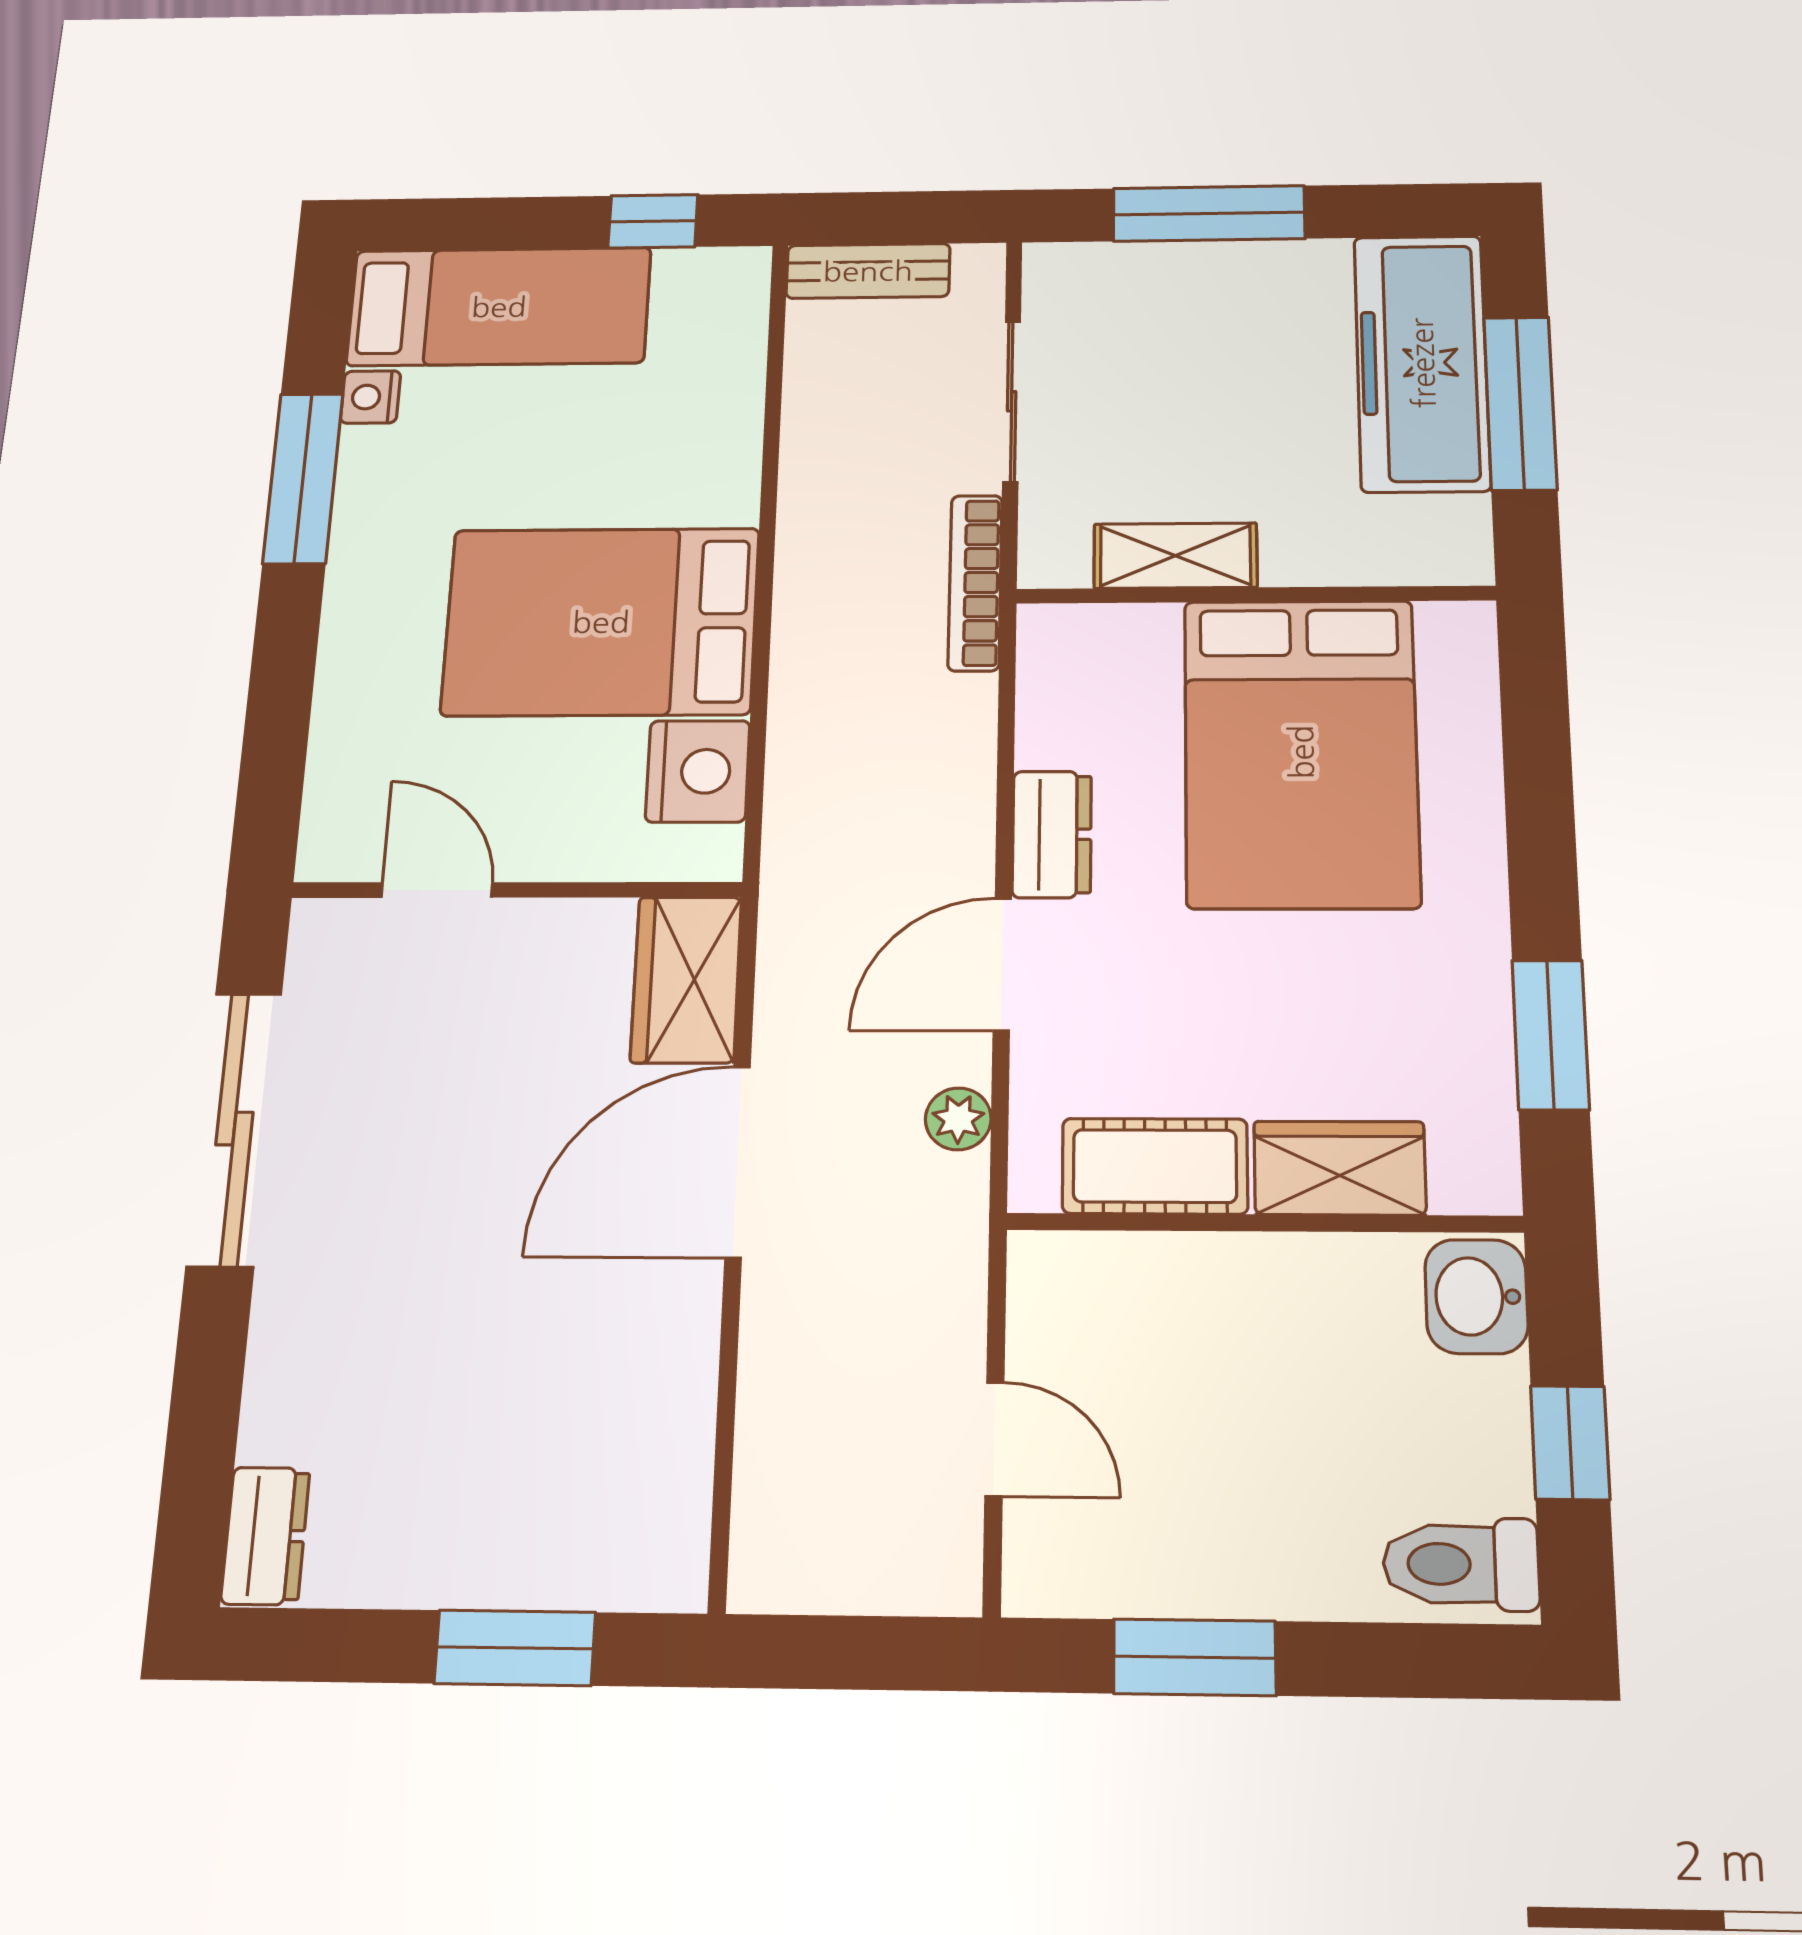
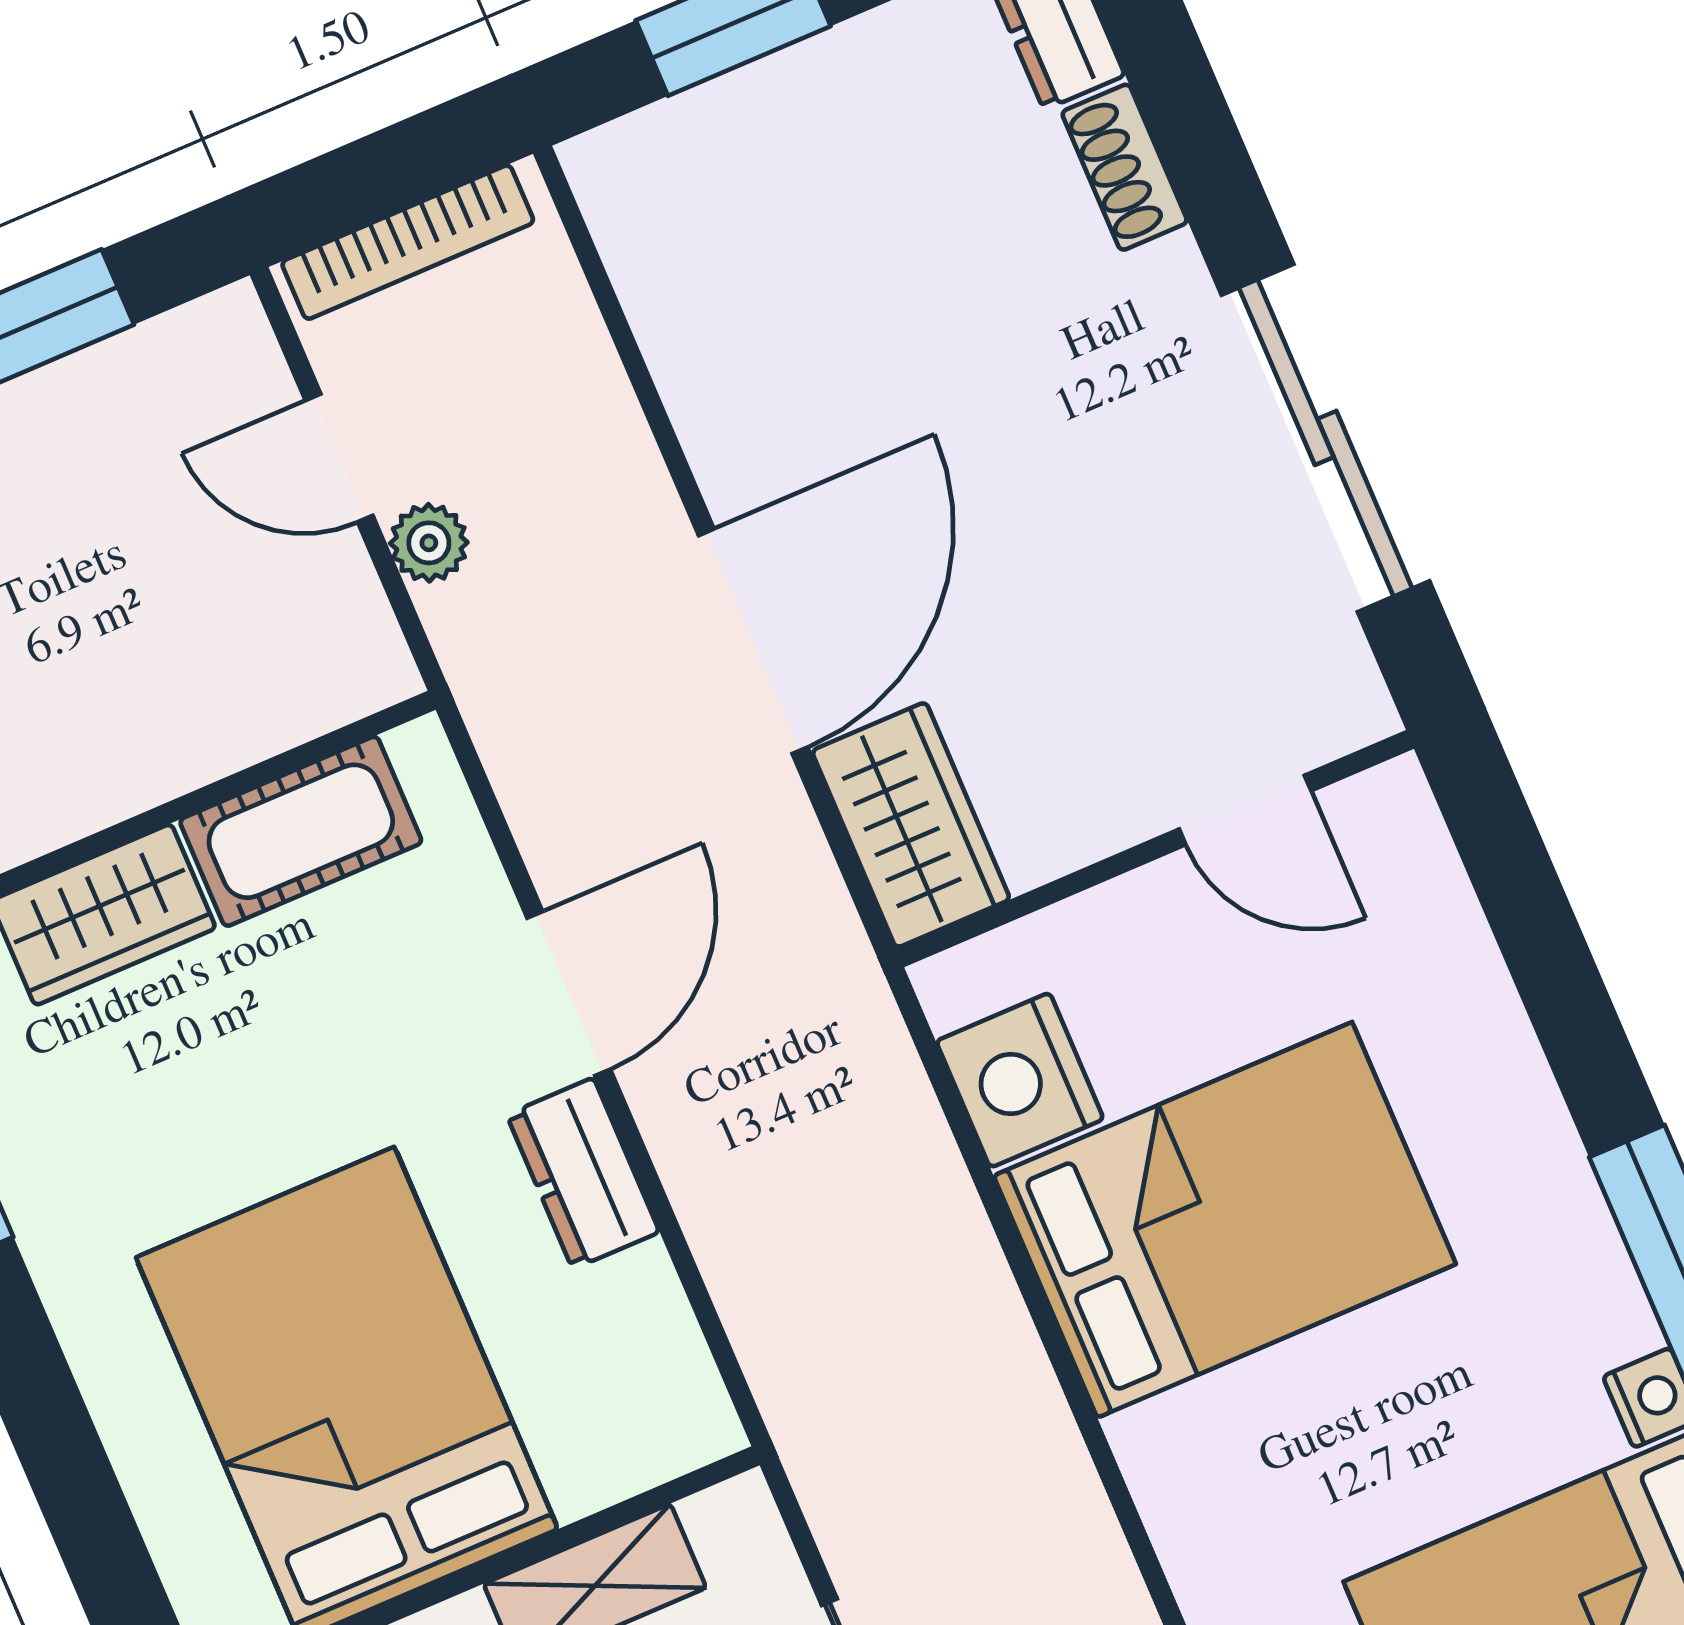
bookcase: (975, 583) -> (408, 242), moved, turned 90
plant: (958, 1119) -> (429, 543), moved
shoe rack: (273, 1396) -> (1125, 167), added

